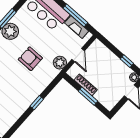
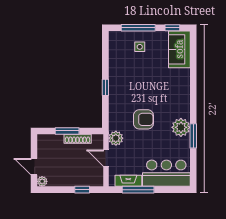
window: (127, 61) -> (82, 190), moved

